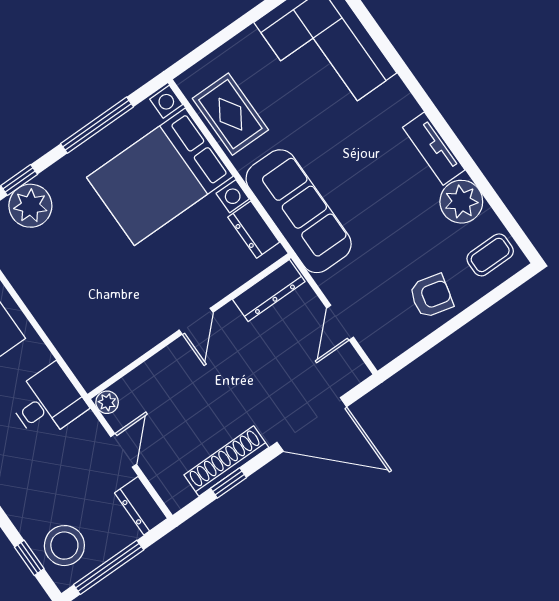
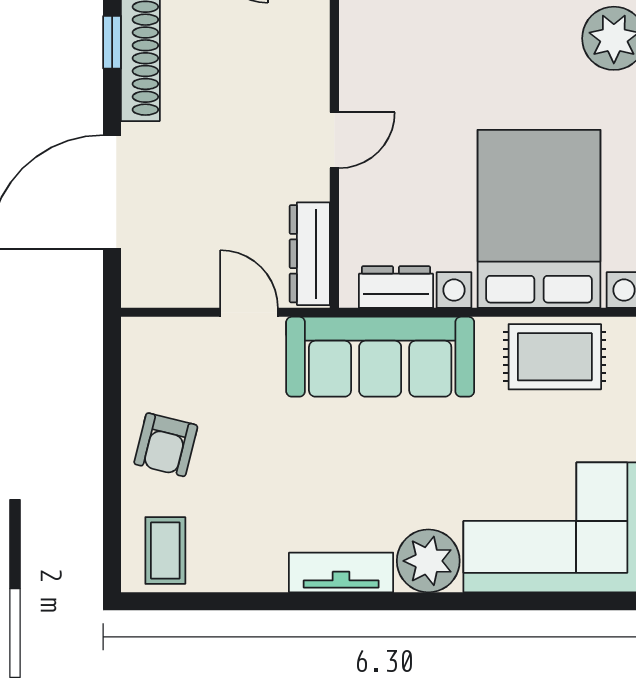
plant: (461, 202) -> (428, 561), moved
door: (196, 321) -> (334, 140), swing flipped
door: (340, 323) -> (249, 312), moved

